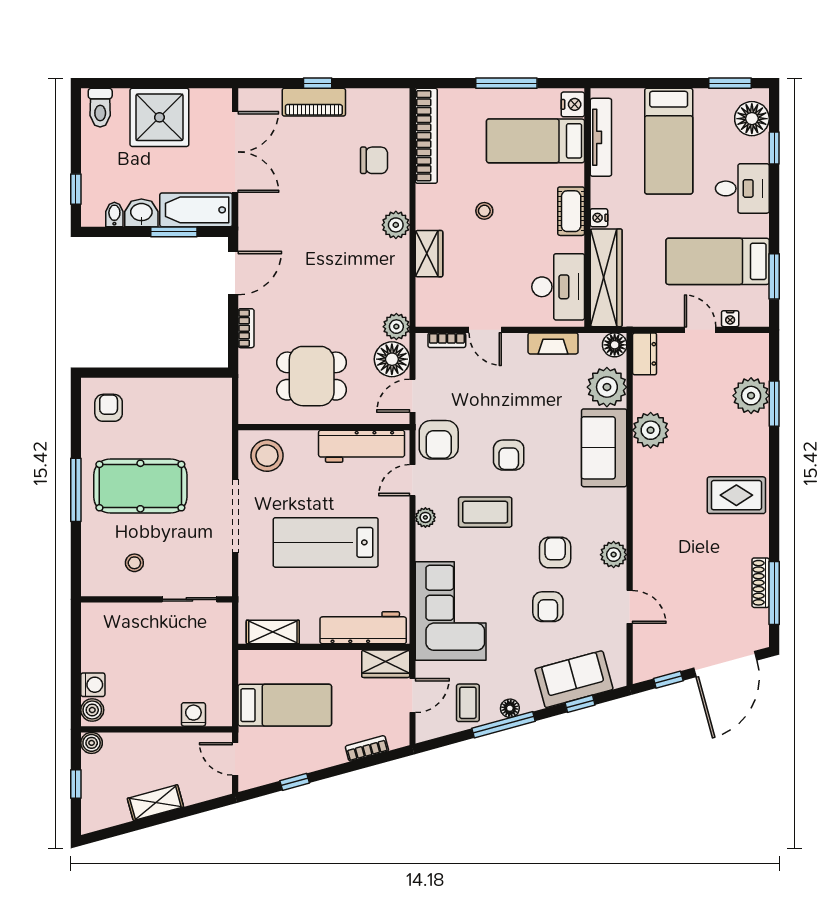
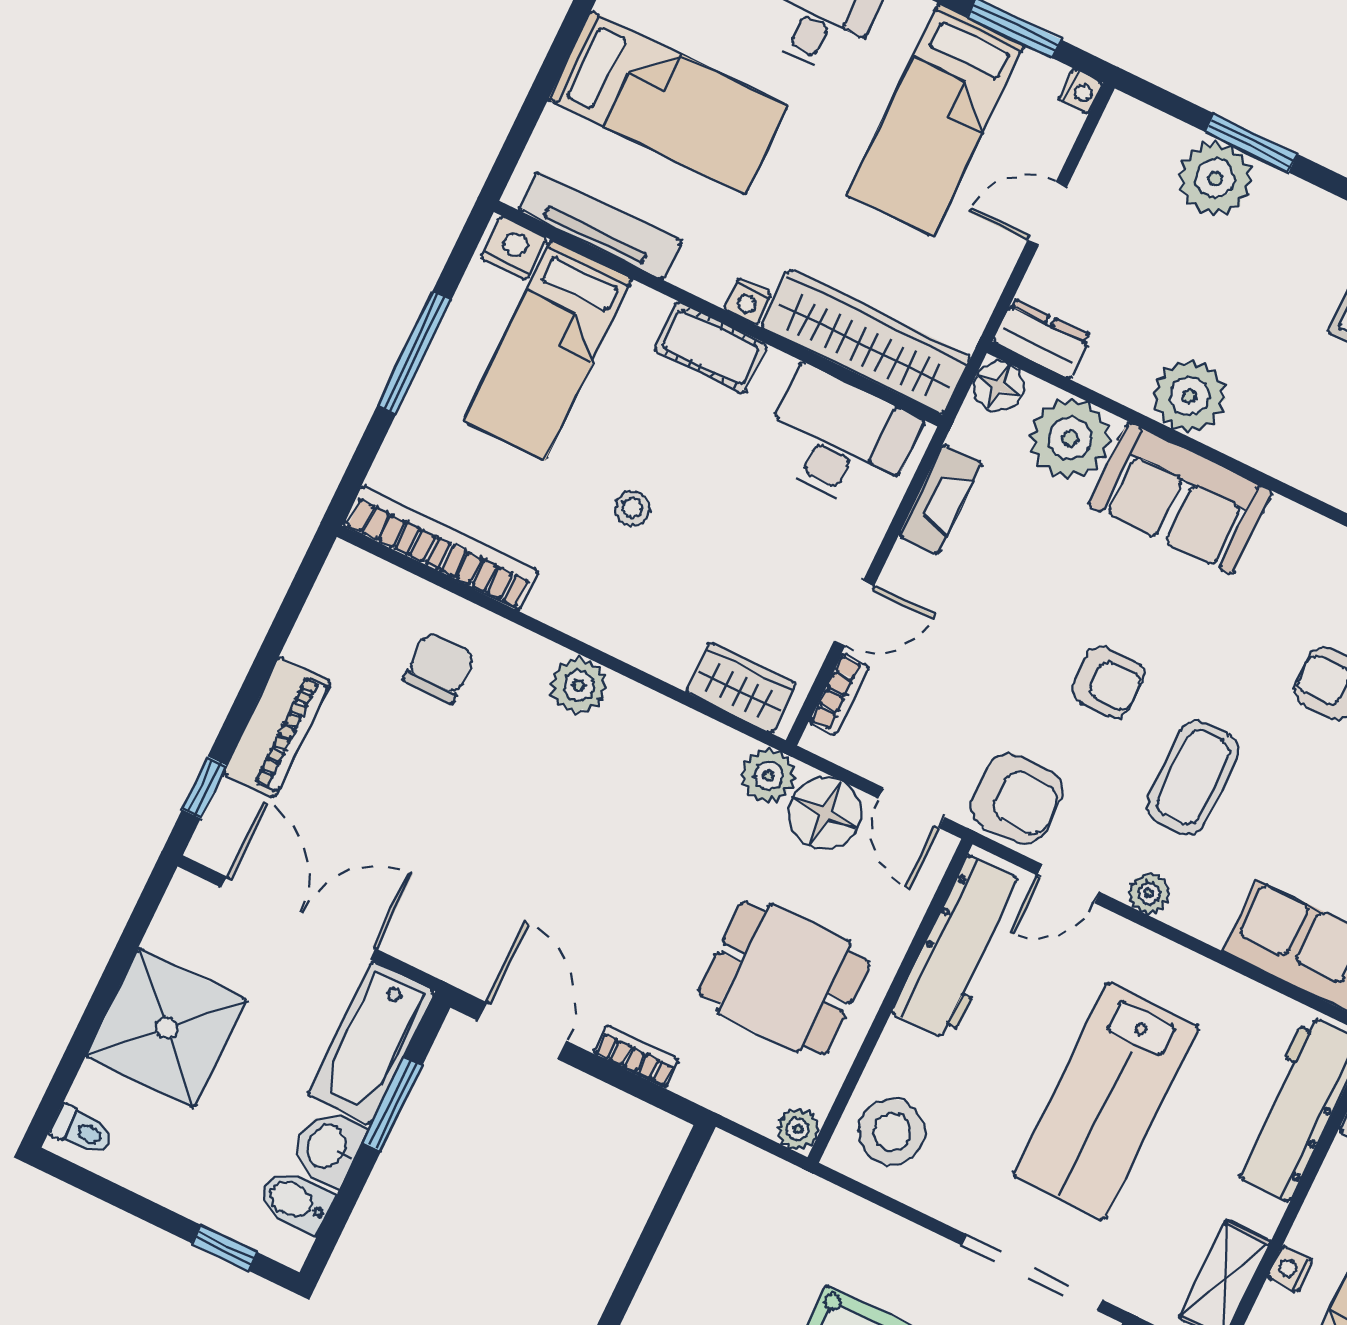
window: (318, 83) -> (204, 787), moved
toilet: (100, 108) -> (82, 1130), width x0.73, depth x0.72
bidet: (114, 214) -> (295, 1201), width x1.38, depth x1.36
wardrobe: (429, 254) -> (741, 688), moved
nightstand: (730, 319) -> (1081, 92), moved
dining table: (312, 376) -> (784, 978), turned 90
plant: (248, 414) -> (798, 1129), added
door: (413, 480) -> (1068, 884), hinge flipped
doorway: (235, 516) -> (1032, 1272), moved
nightstand: (291, 658) -> (1290, 1269), added

